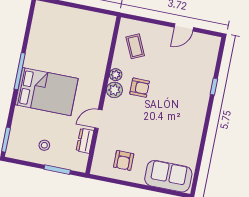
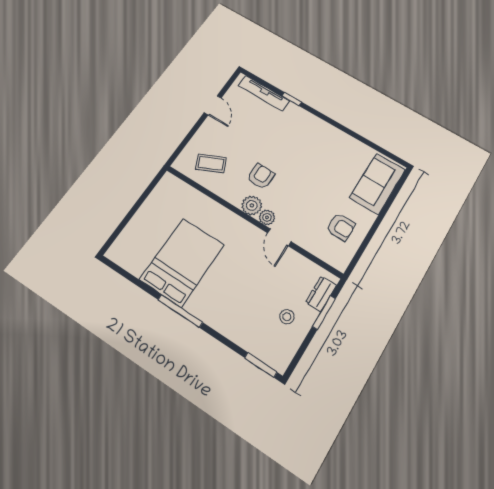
tv unit: (210, 63) -> (264, 93), added
plant: (116, 75) -> (267, 217), moved
bed: (47, 92) -> (182, 262), moved
dresser: (85, 141) -> (321, 294), moved, turned 90

